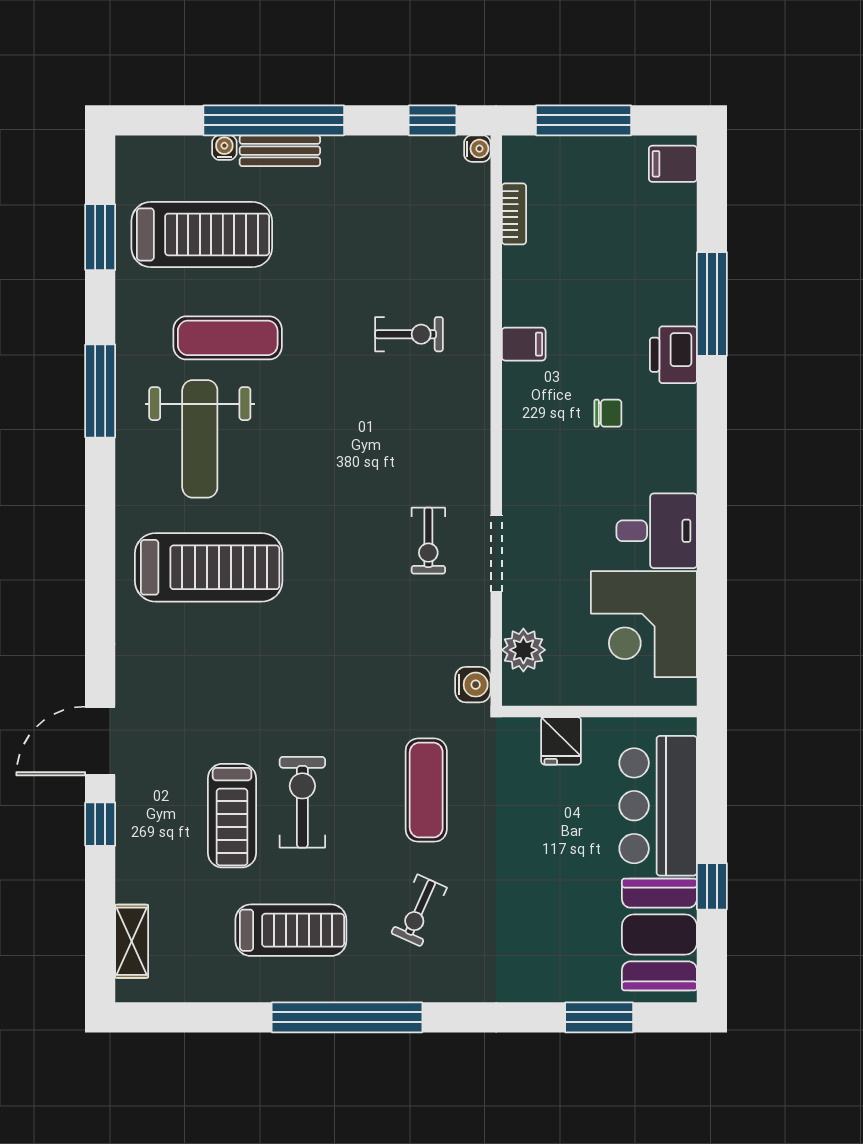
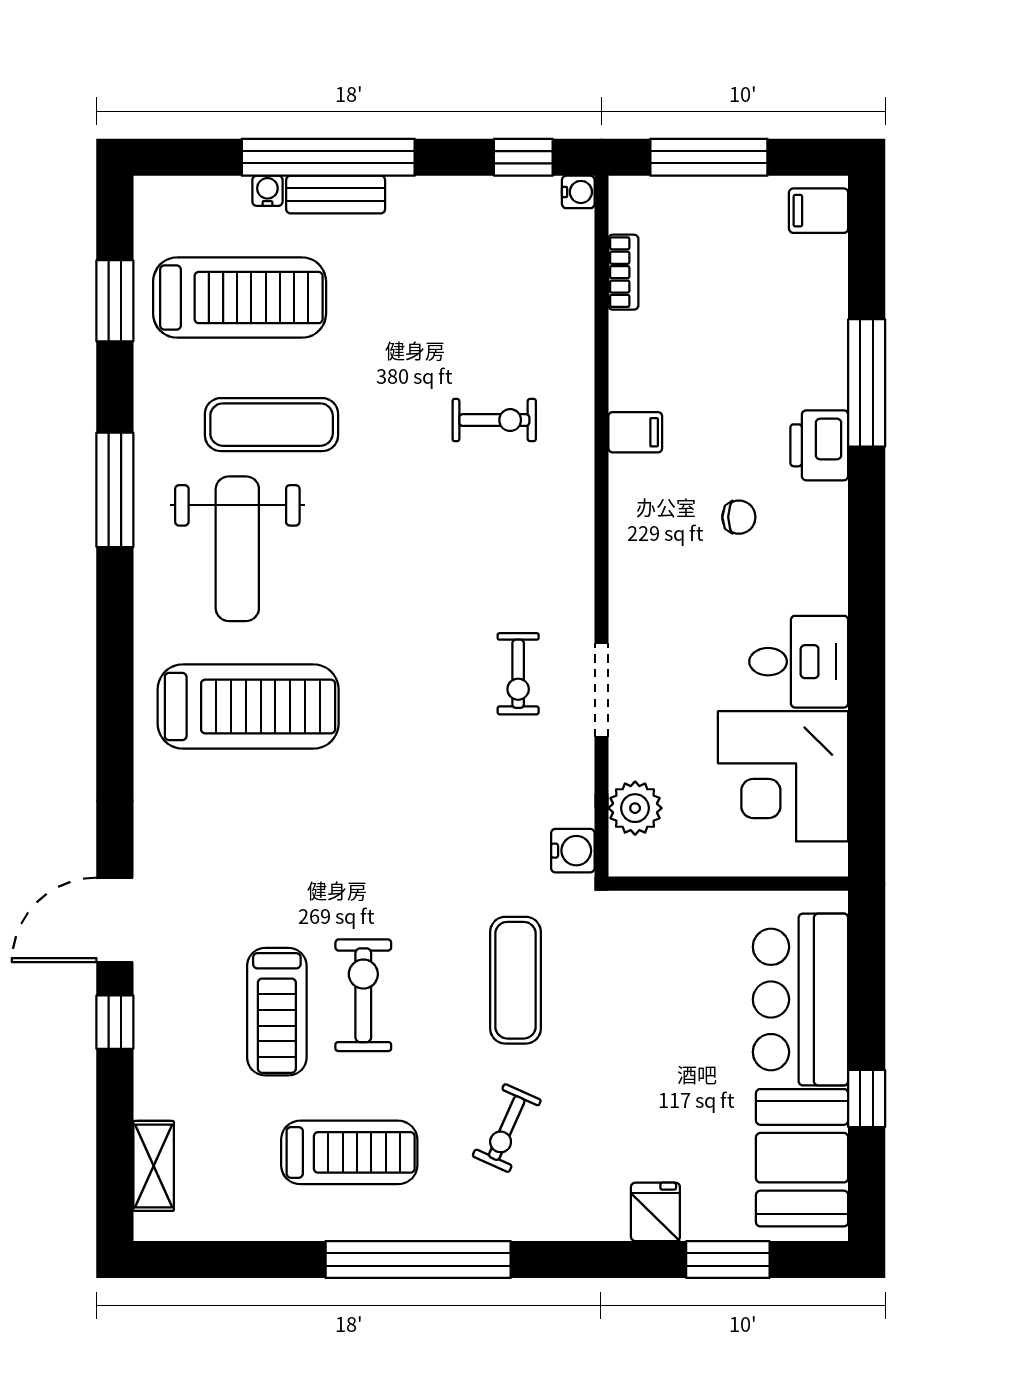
fridge: (561, 741) -> (655, 1212), moved, turned 180

